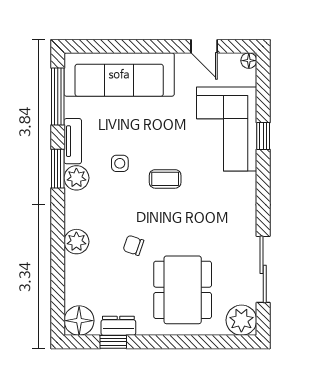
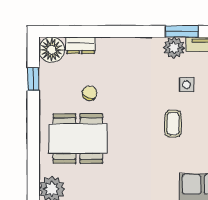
plant: (76, 242) -> (119, 48), removed
chair: (133, 245) -> (90, 93), moved
dresser: (118, 326) -> (81, 45), moved, turned 90

